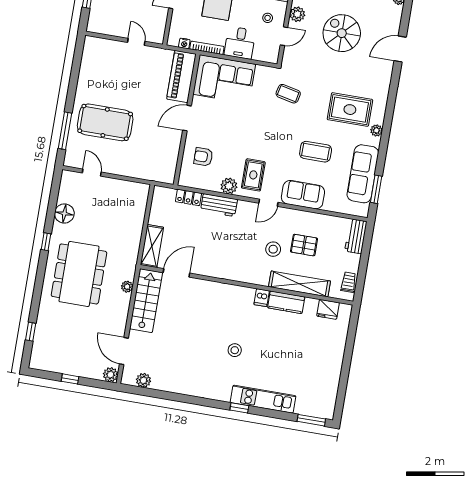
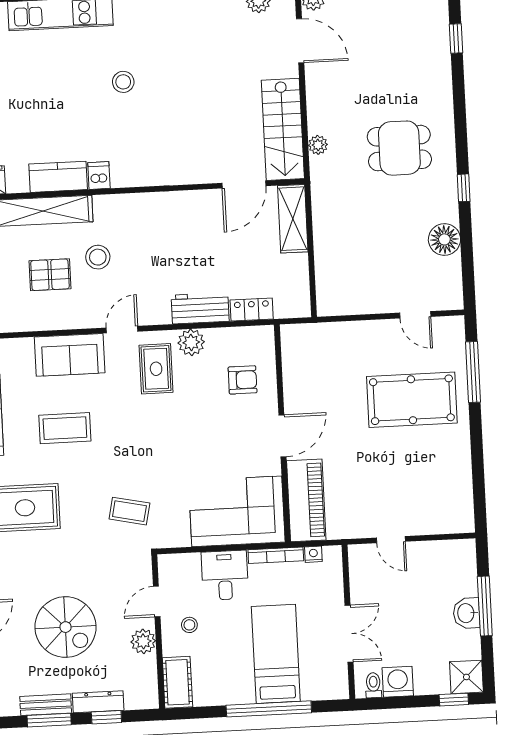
dining table: (79, 274) -> (399, 148), width x0.53, depth x0.80

